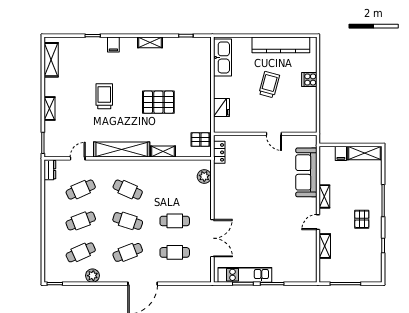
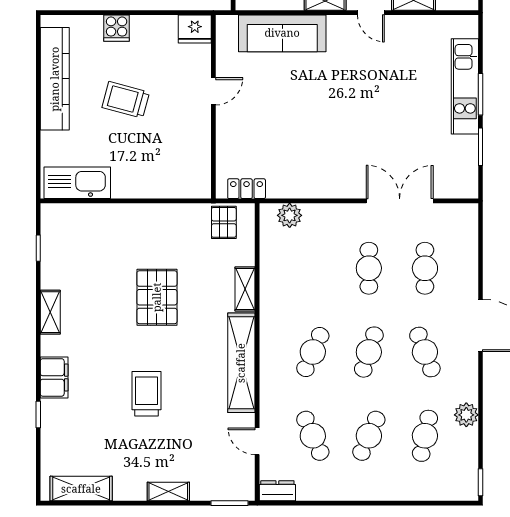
filing cabinet: (113, 44) -> (54, 377), width x2.00
trolley: (104, 96) -> (146, 394), turned 90
fridge: (222, 107) -> (195, 29), moved, turned 180
cafe table: (81, 221) -> (369, 436), turned 45
cafe table: (81, 252) -> (425, 436), turned 36
kitchen unit: (245, 275) -> (465, 86), moved

